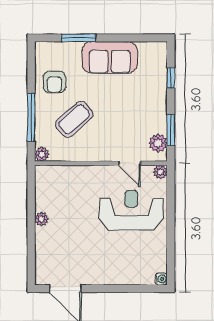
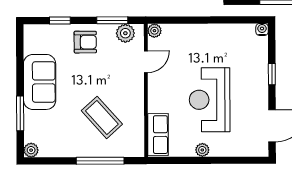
armchair: (54, 82) -> (85, 42), moved
plant: (42, 154) -> (31, 150), moved
row of seats: (57, 175) -> (158, 135), added
reception desk: (131, 210) -> (210, 100), moved
window: (117, 289) -> (272, 74), added

